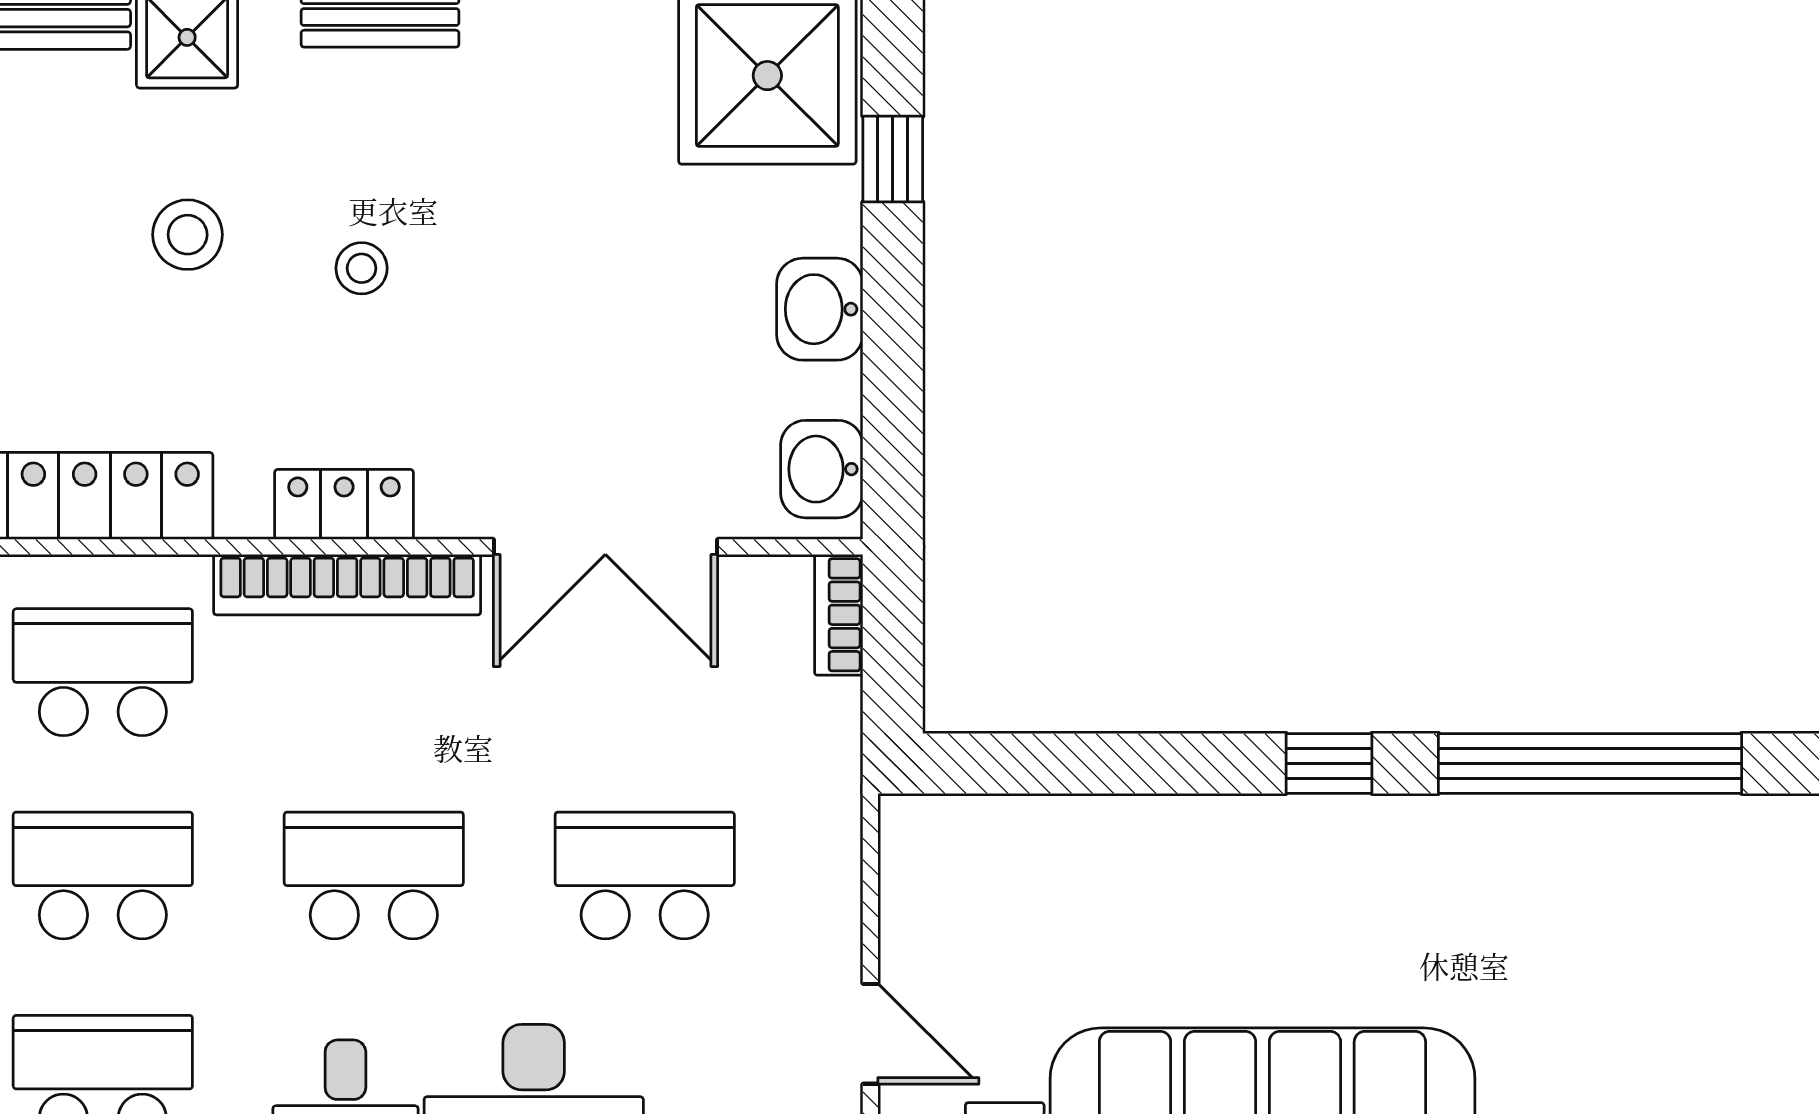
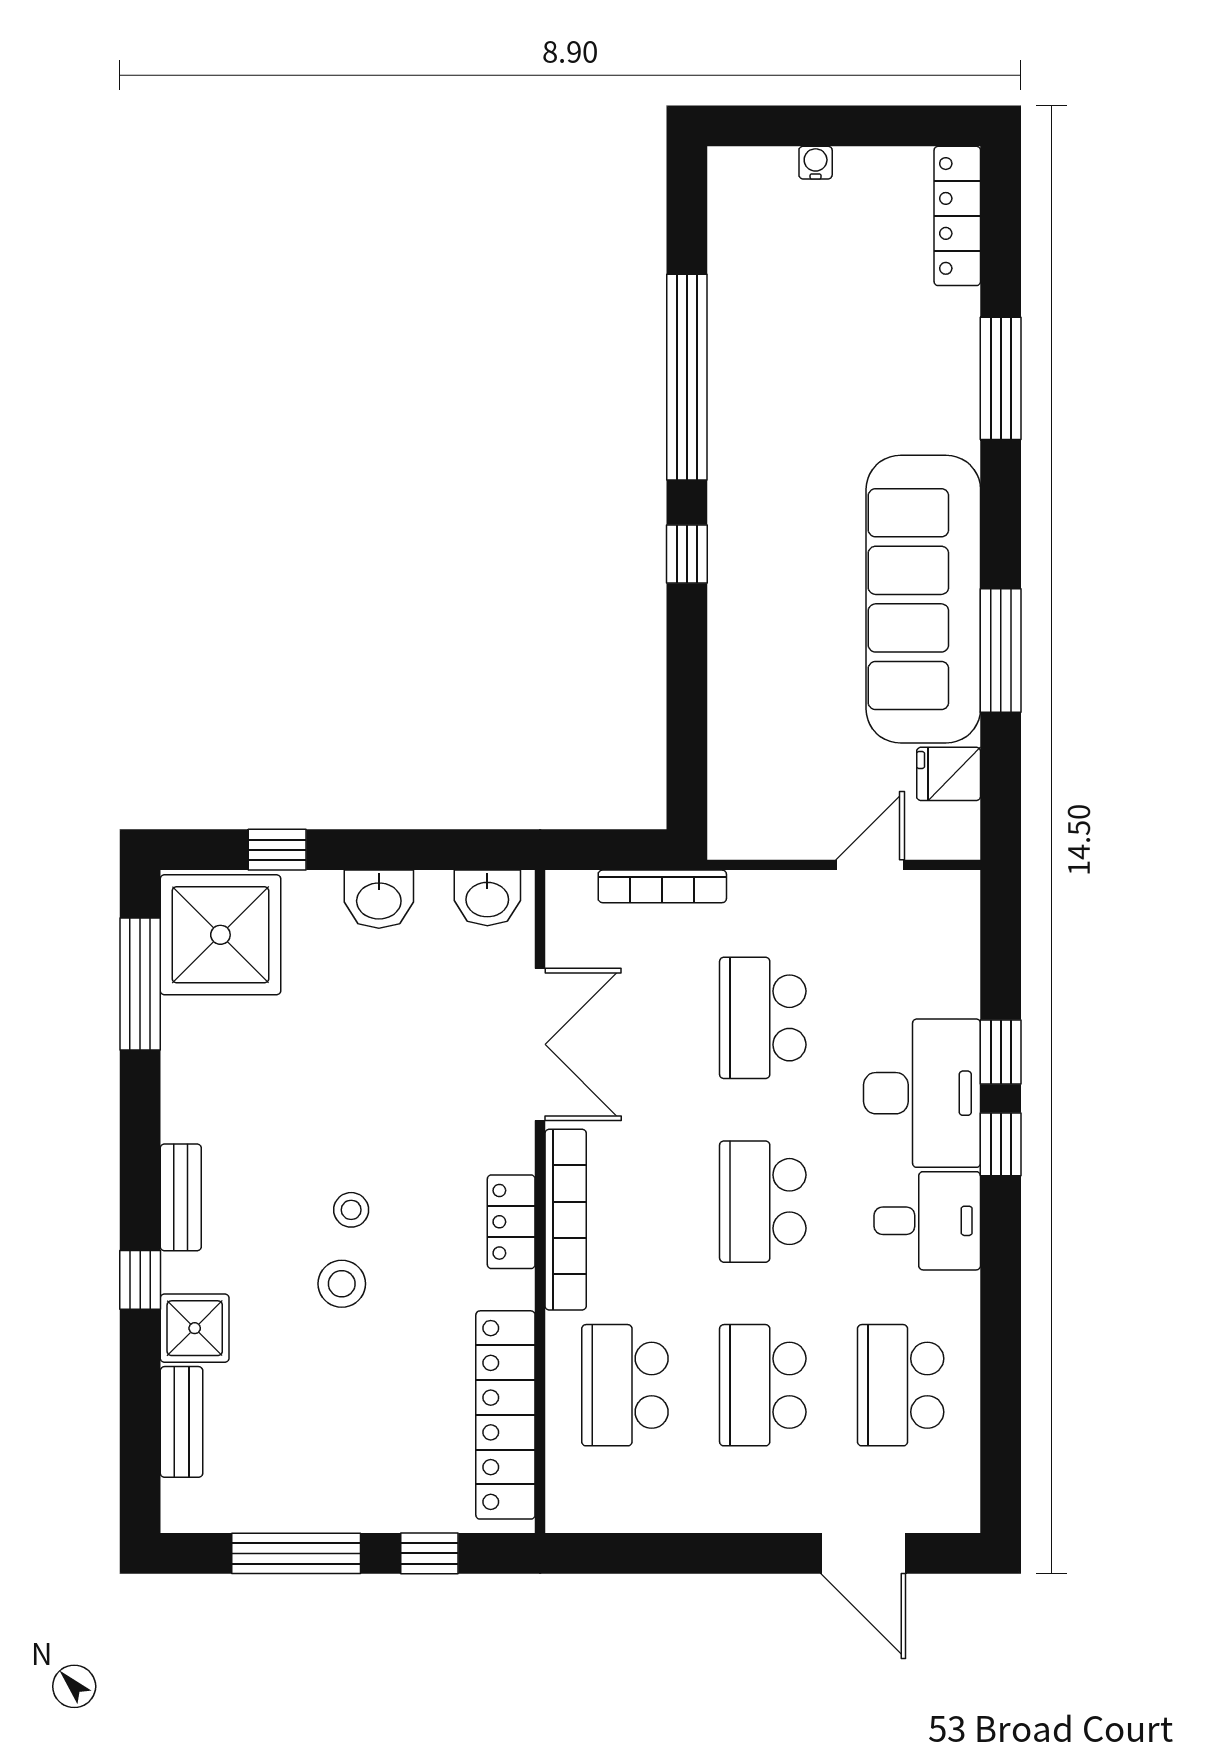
stool: (188, 235) -> (342, 1284), moved
bookcase: (839, 615) -> (662, 886), moved, width x1.56

